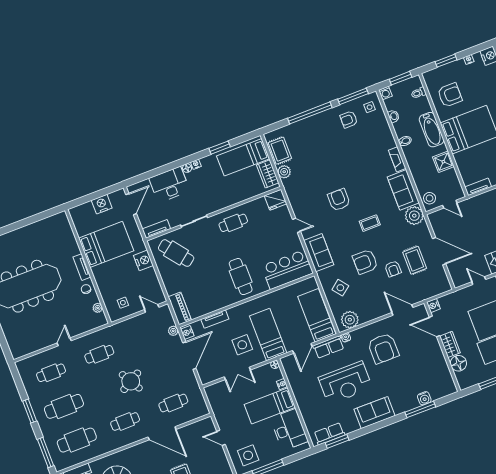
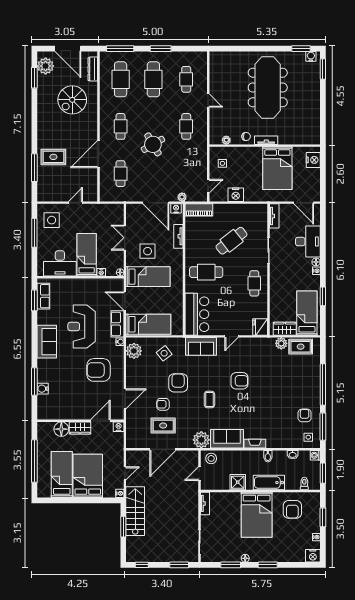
nightstand: (102, 204) -> (313, 160), moved
cafe table: (176, 253) -> (232, 241), moved
nightstand: (143, 260) -> (236, 195), moved

